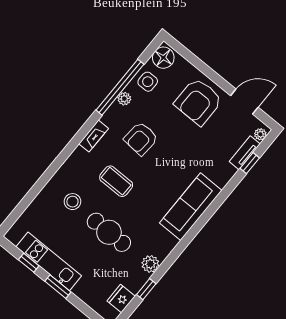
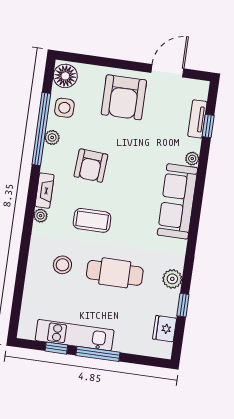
plant: (260, 134) -> (192, 159), moved
plant: (79, 153) -> (41, 216), added
window: (58, 287) -> (98, 354), width x1.44

